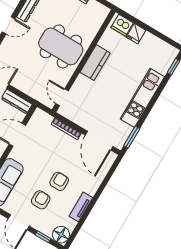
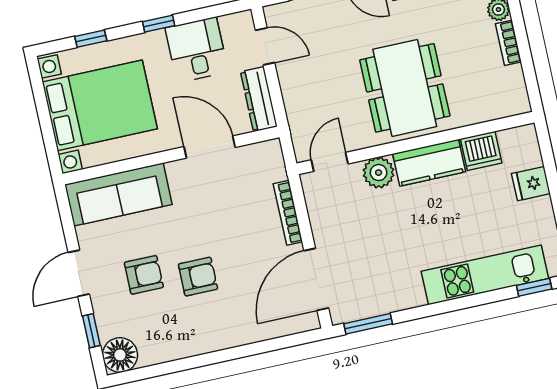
dishwasher: (122, 25) -> (481, 151), moved, turned -90
plant: (82, 84) -> (379, 173), added
kitchen unit: (142, 98) -> (485, 275), moved
tv unit: (81, 207) -> (190, 346), removed

